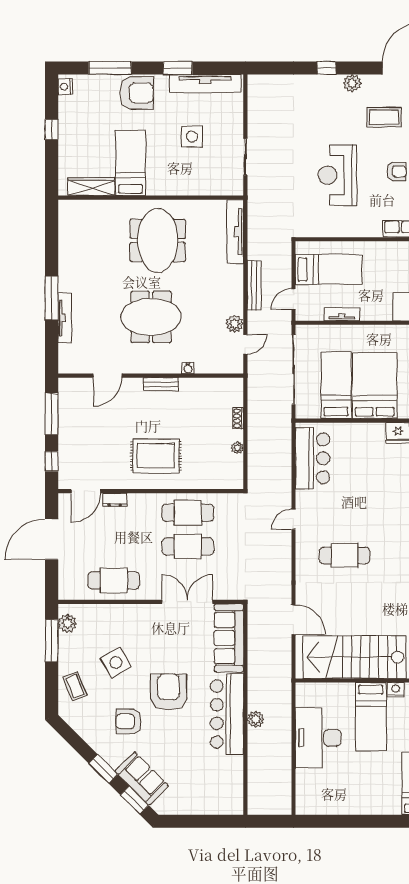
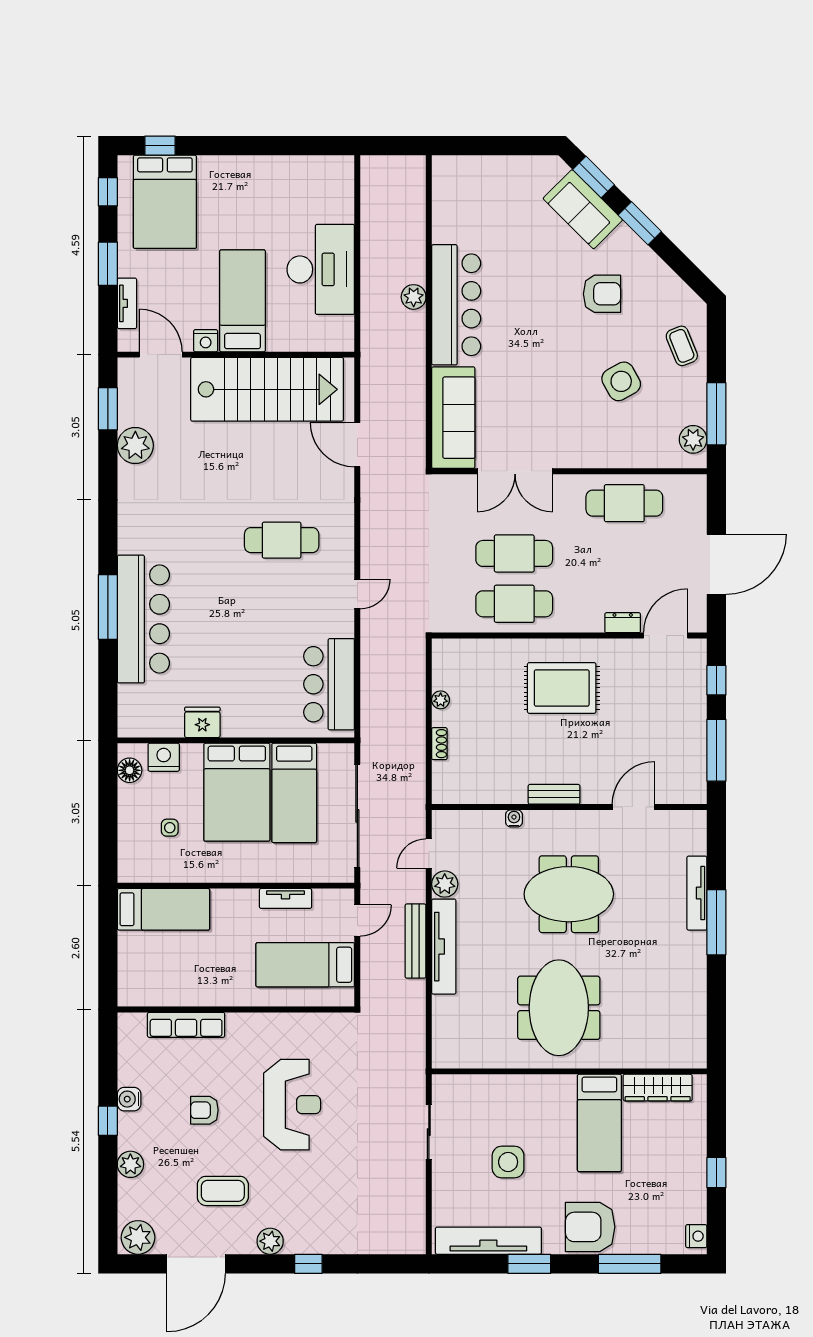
tv unit: (235, 232) -> (444, 947), moved
armchair: (168, 692) -> (543, 337), removed

